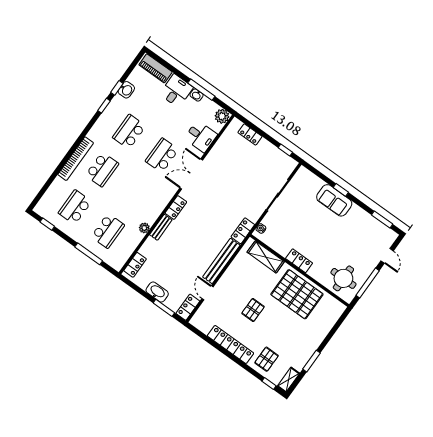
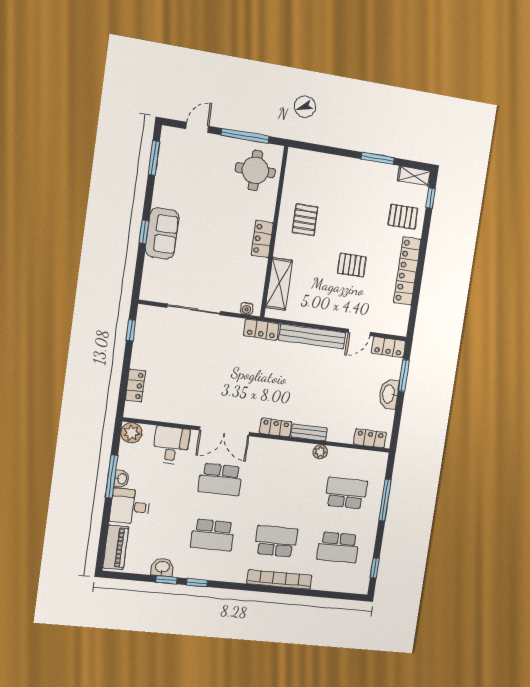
pallet: (297, 294) -> (305, 220), width x0.49, depth x0.50

